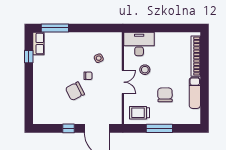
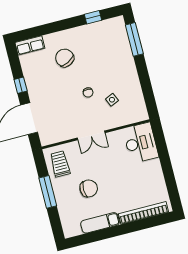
row of seats: (38, 44) -> (30, 45), moved
stool: (145, 70) -> (112, 157), removed
chair: (75, 91) -> (65, 58), moved

